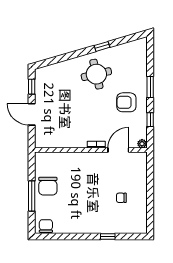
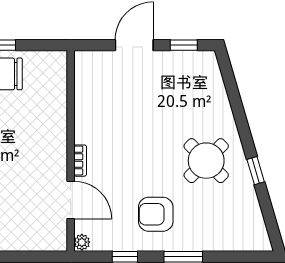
round table: (96, 74) -> (206, 161), turned -32
armchair: (126, 102) -> (156, 214), turned -90

